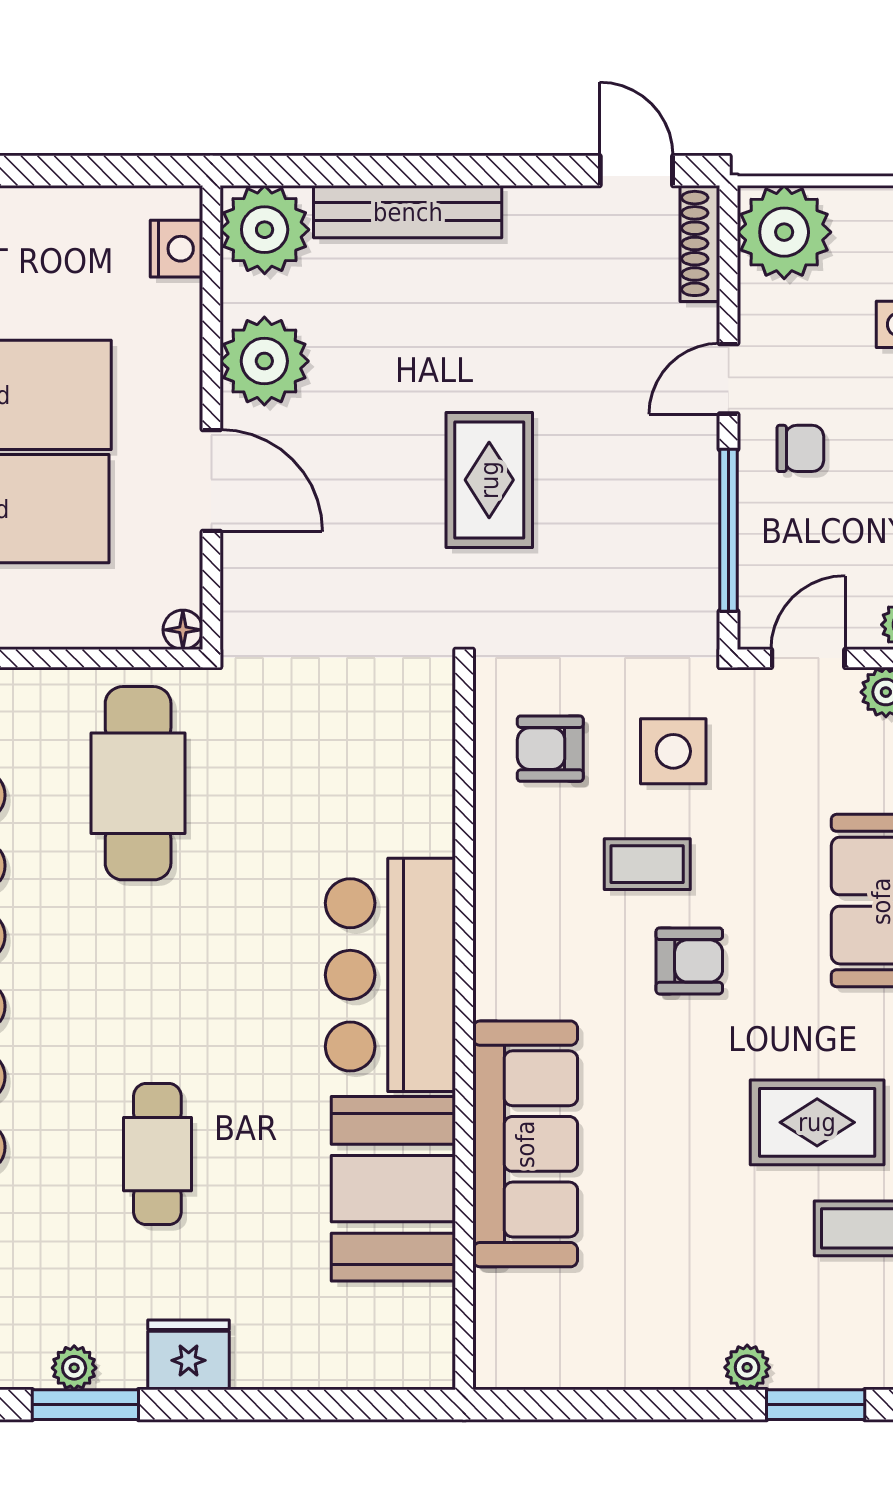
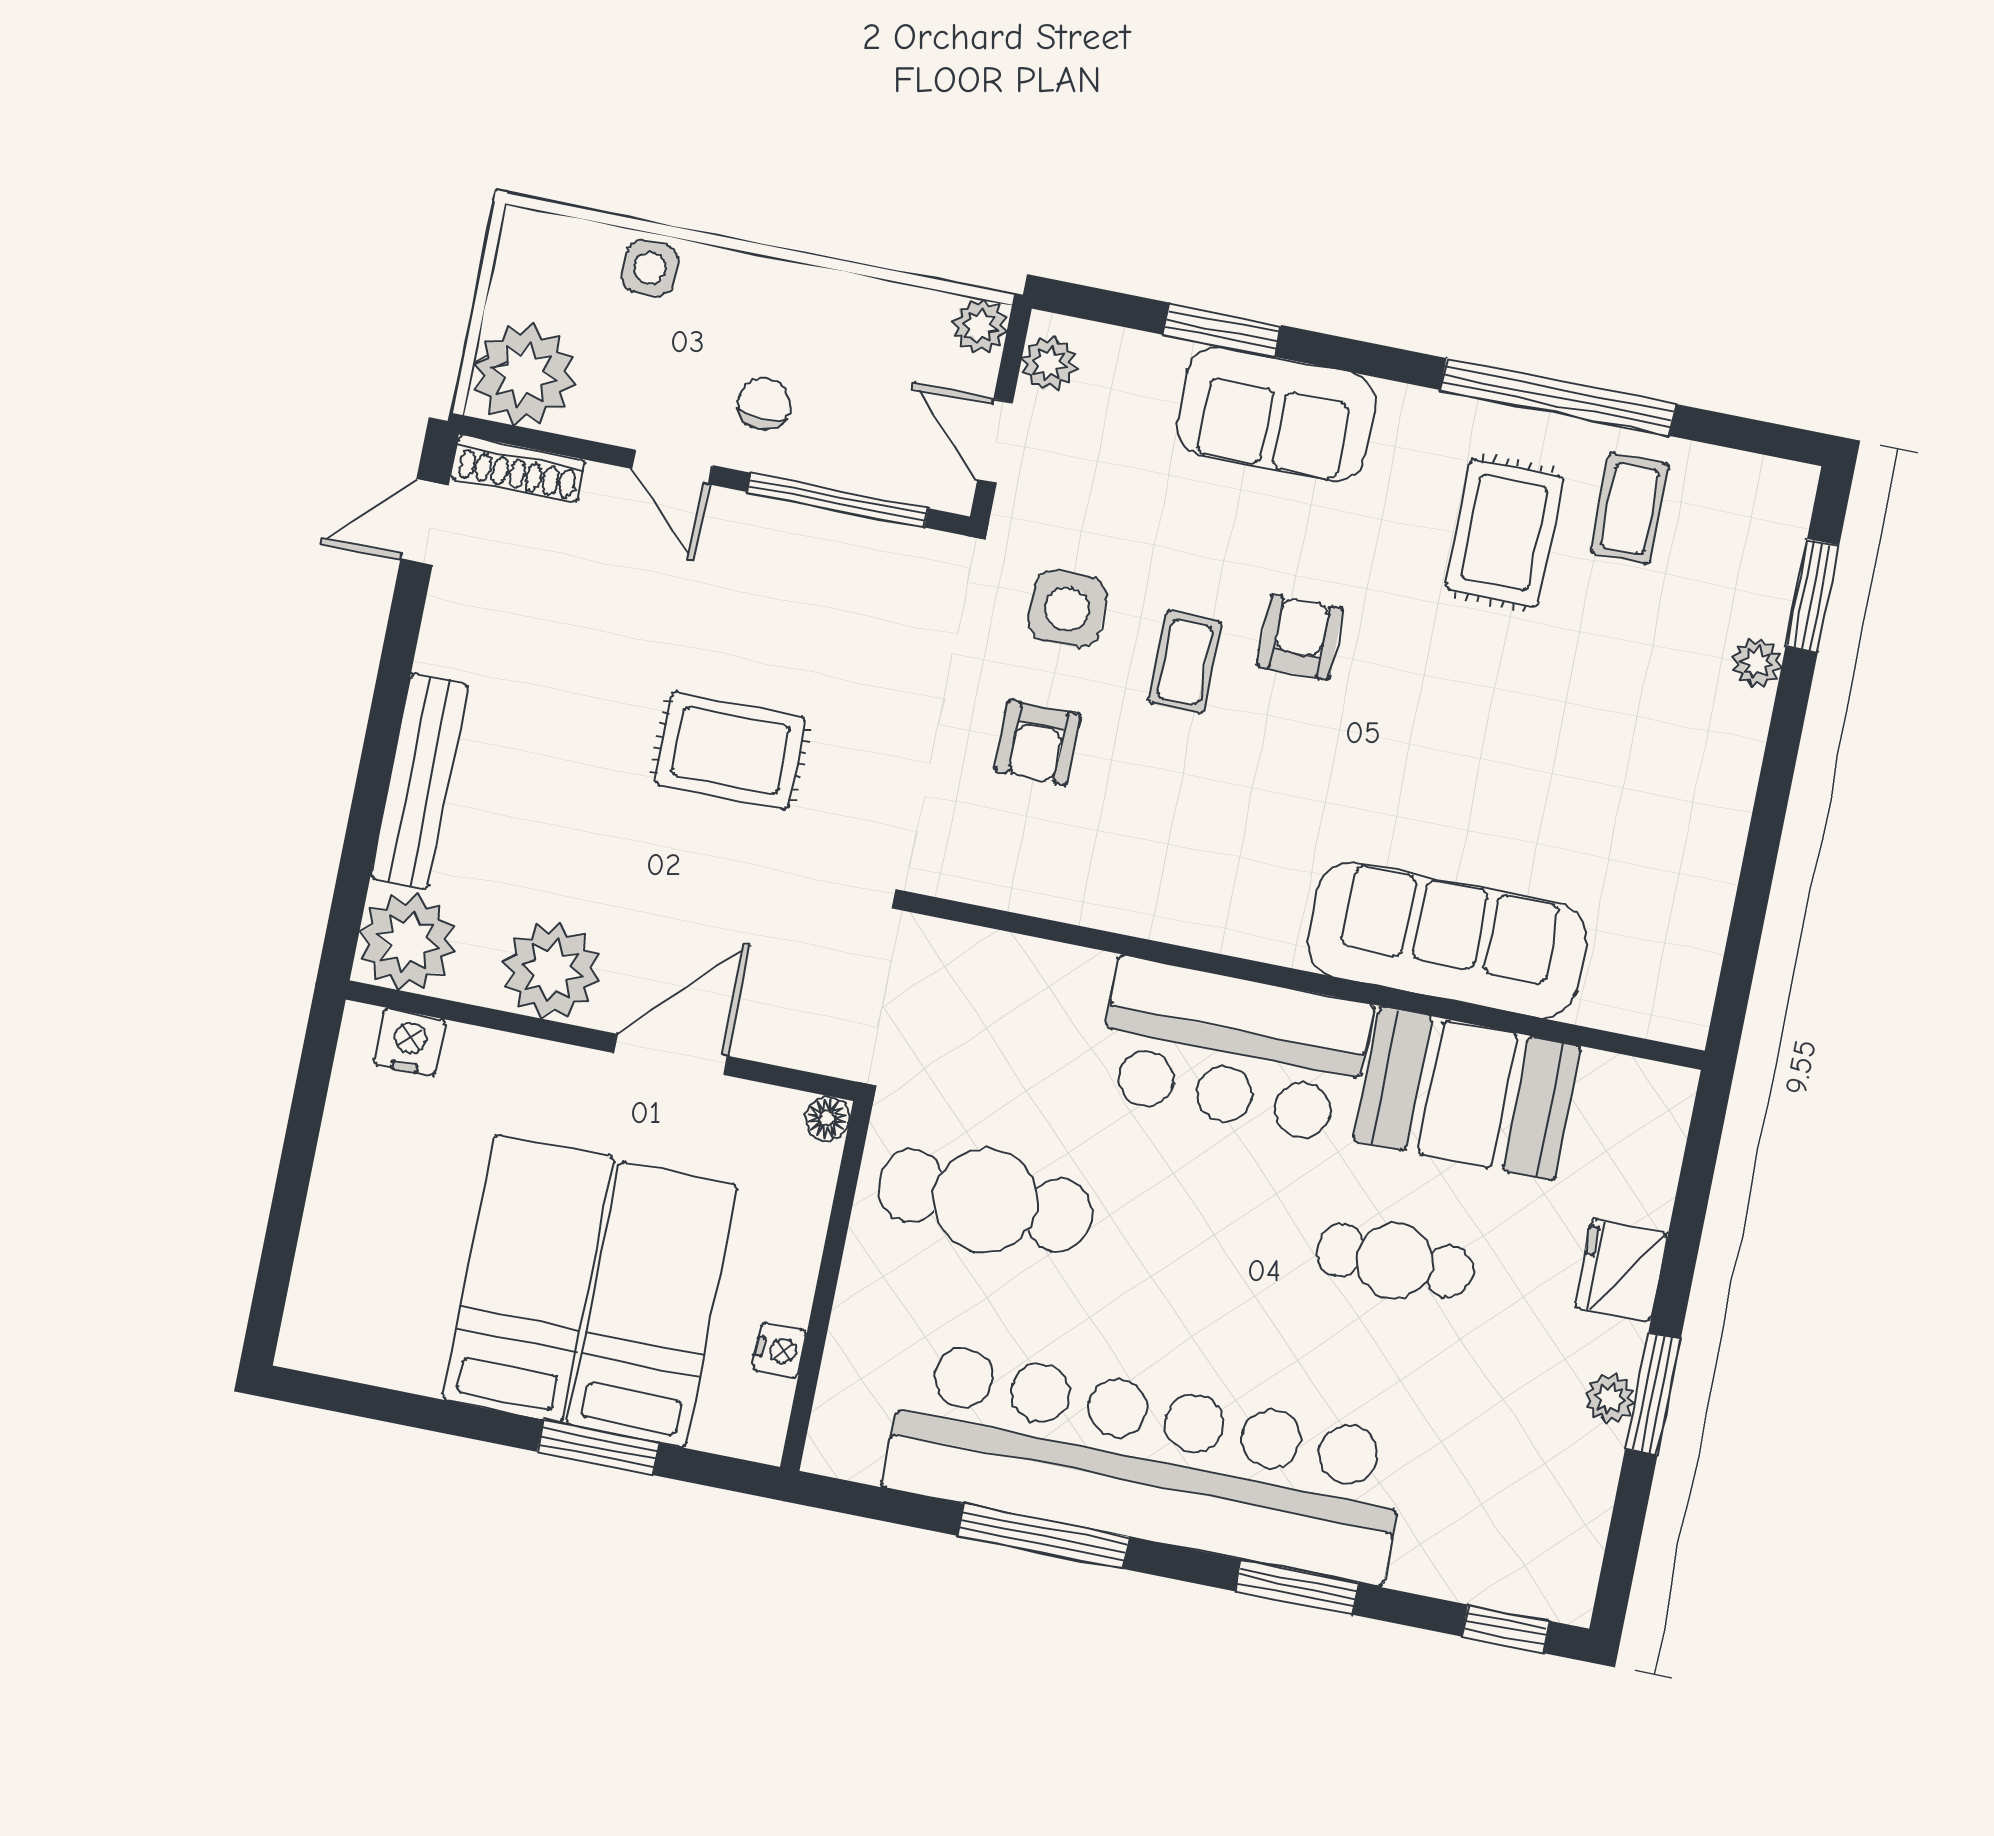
bar counter: (390, 975) -> (1233, 1050), moved
wall: (464, 1029) -> (1308, 981), moved
sofa: (525, 1144) -> (1447, 940), moved
booth: (393, 1189) -> (1467, 1094), moved

